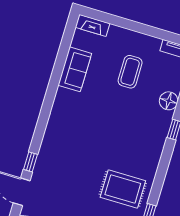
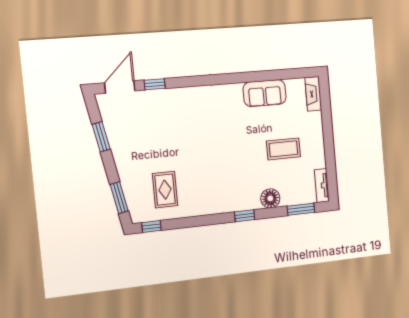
rug: (123, 189) -> (165, 190), width x0.73, depth x0.70

